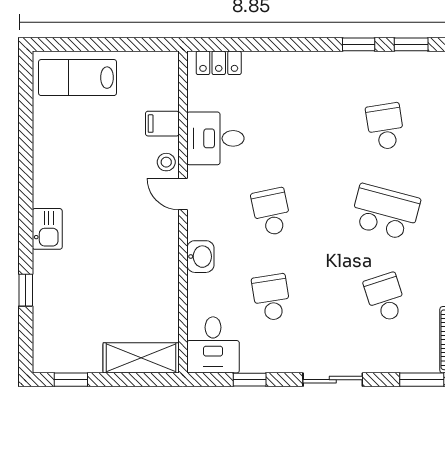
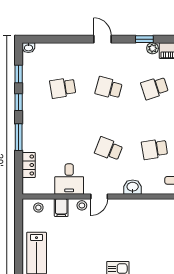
window: (293, 44) -> (19, 137), added
locker: (219, 63) -> (29, 165), moved
stool: (162, 81) -> (38, 208), added
school desk: (271, 212) -> (109, 149), turned 33
school desk: (385, 212) -> (109, 88), width x0.54

